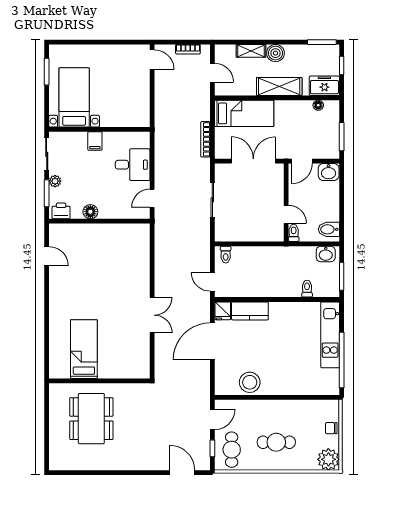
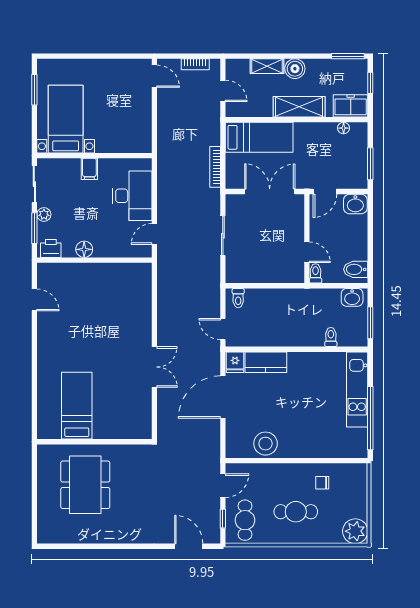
desk: (133, 165) -> (132, 196), width x1.37
chair: (331, 428) -> (322, 483), moved

